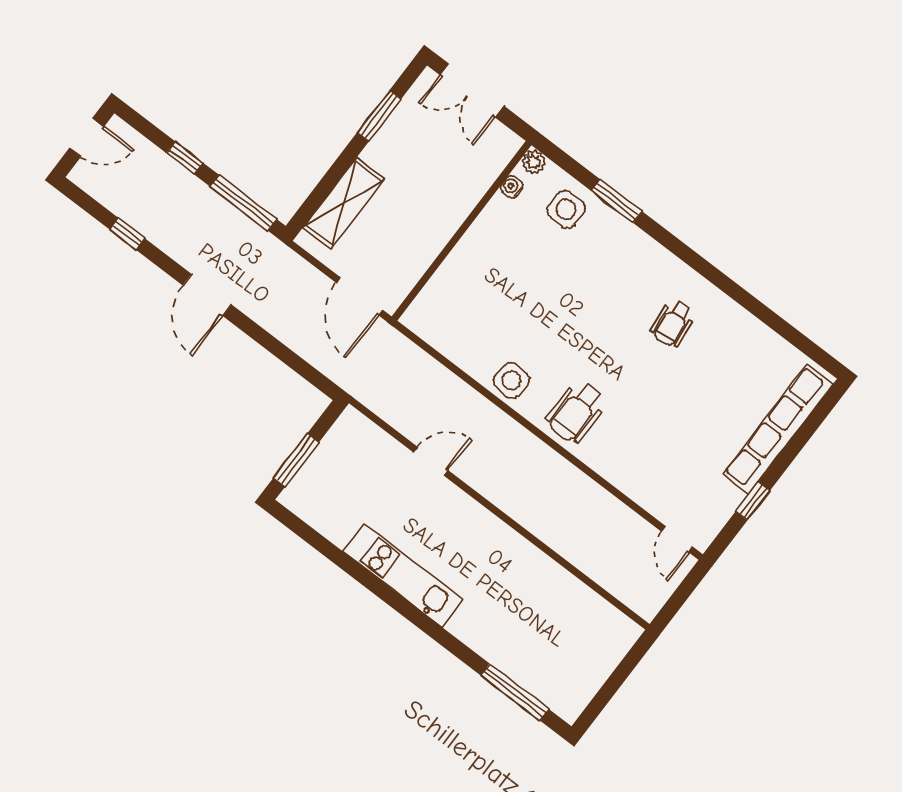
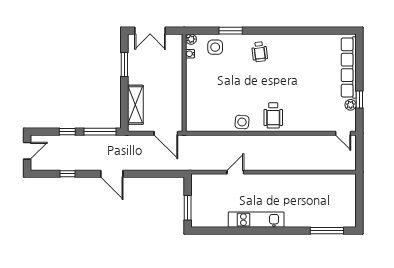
wheelchair: (673, 323) -> (260, 52), moved
plant: (730, 499) -> (351, 105), added

